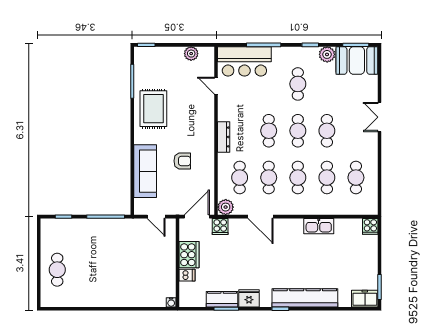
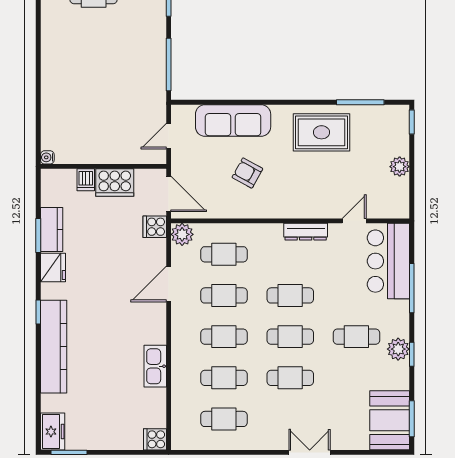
plant: (191, 54) -> (400, 167), moved
plant: (327, 54) -> (398, 349), moved
dresser: (224, 137) -> (306, 232), moved
armchair: (182, 161) -> (247, 173), turned 119

